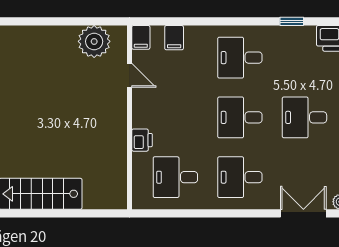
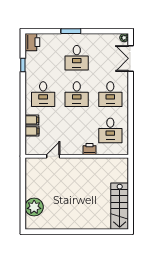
filing cabinet: (141, 37) -> (32, 120), moved
plant: (94, 41) -> (34, 207), moved

